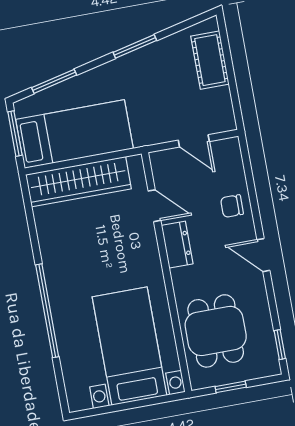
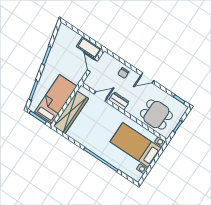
cot: (210, 60) -> (89, 48), moved
door: (194, 141) -> (92, 65), swing flipped

